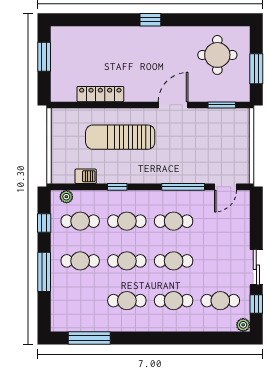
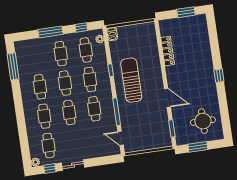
sun lounger: (120, 137) -> (131, 80), moved
barbecue: (86, 176) -> (112, 34), moved

